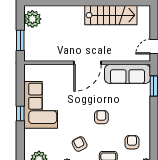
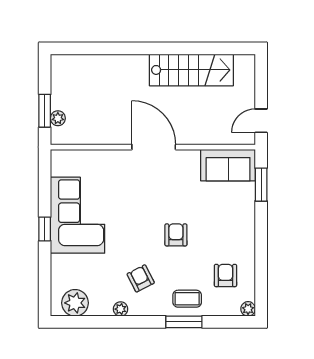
plant: (32, 19) -> (58, 118), moved, width x0.53, depth x0.53
door: (88, 63) -> (154, 147), swing flipped
sofa: (127, 74) -> (228, 165), width x0.73

